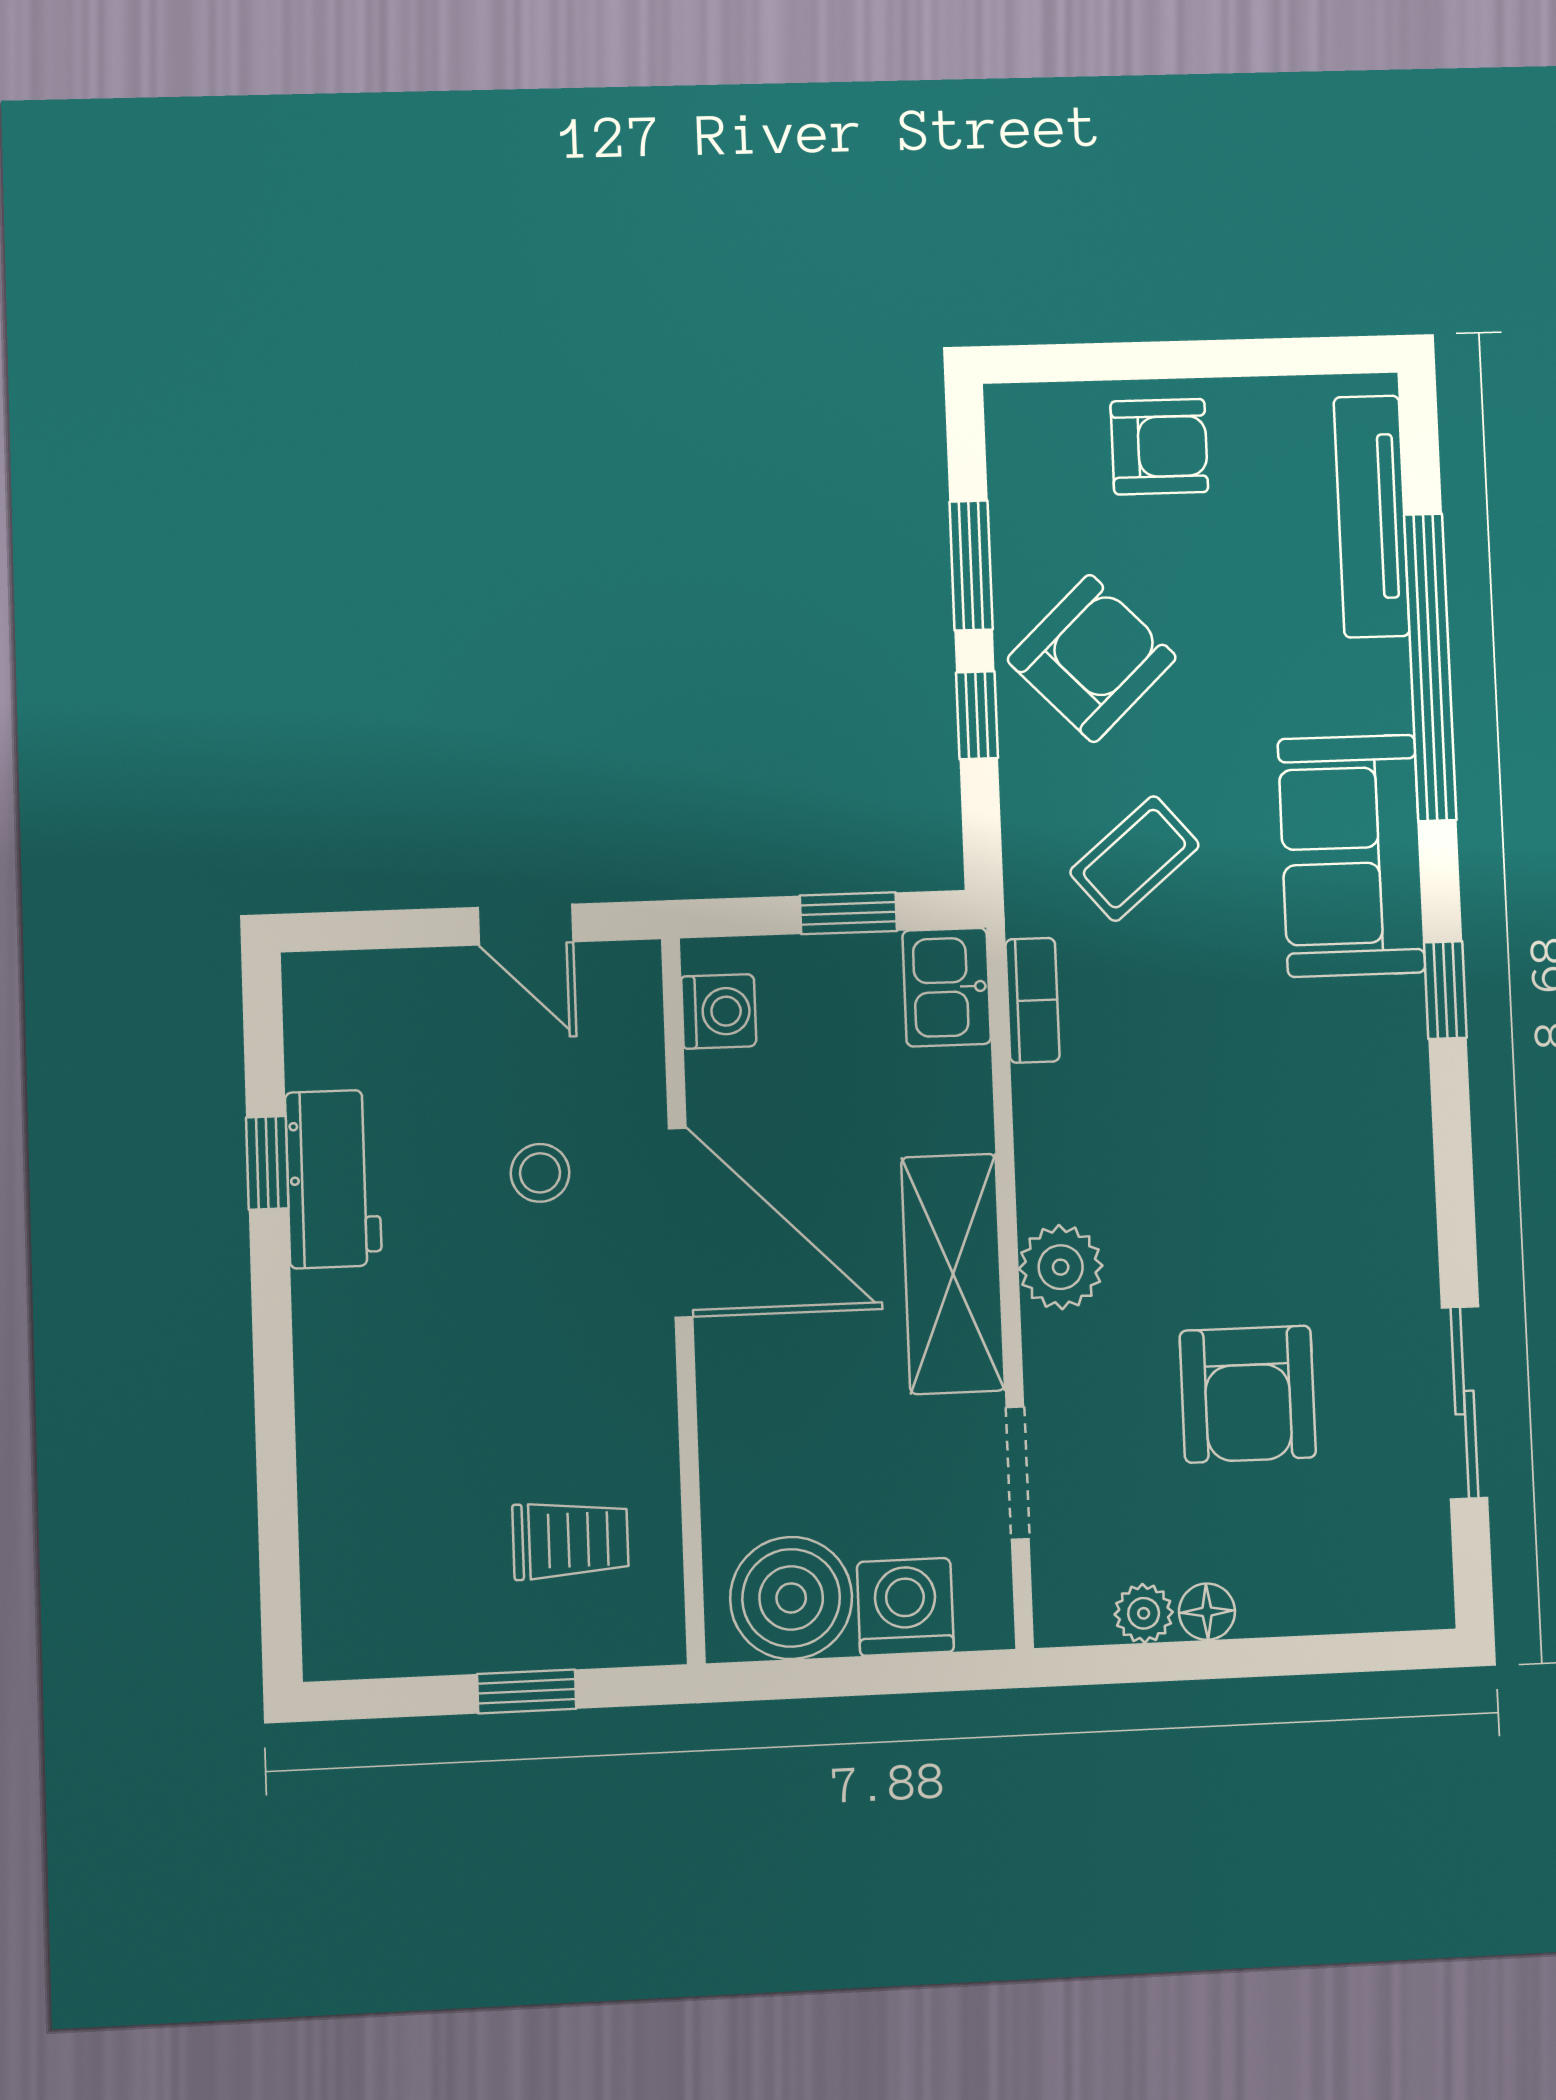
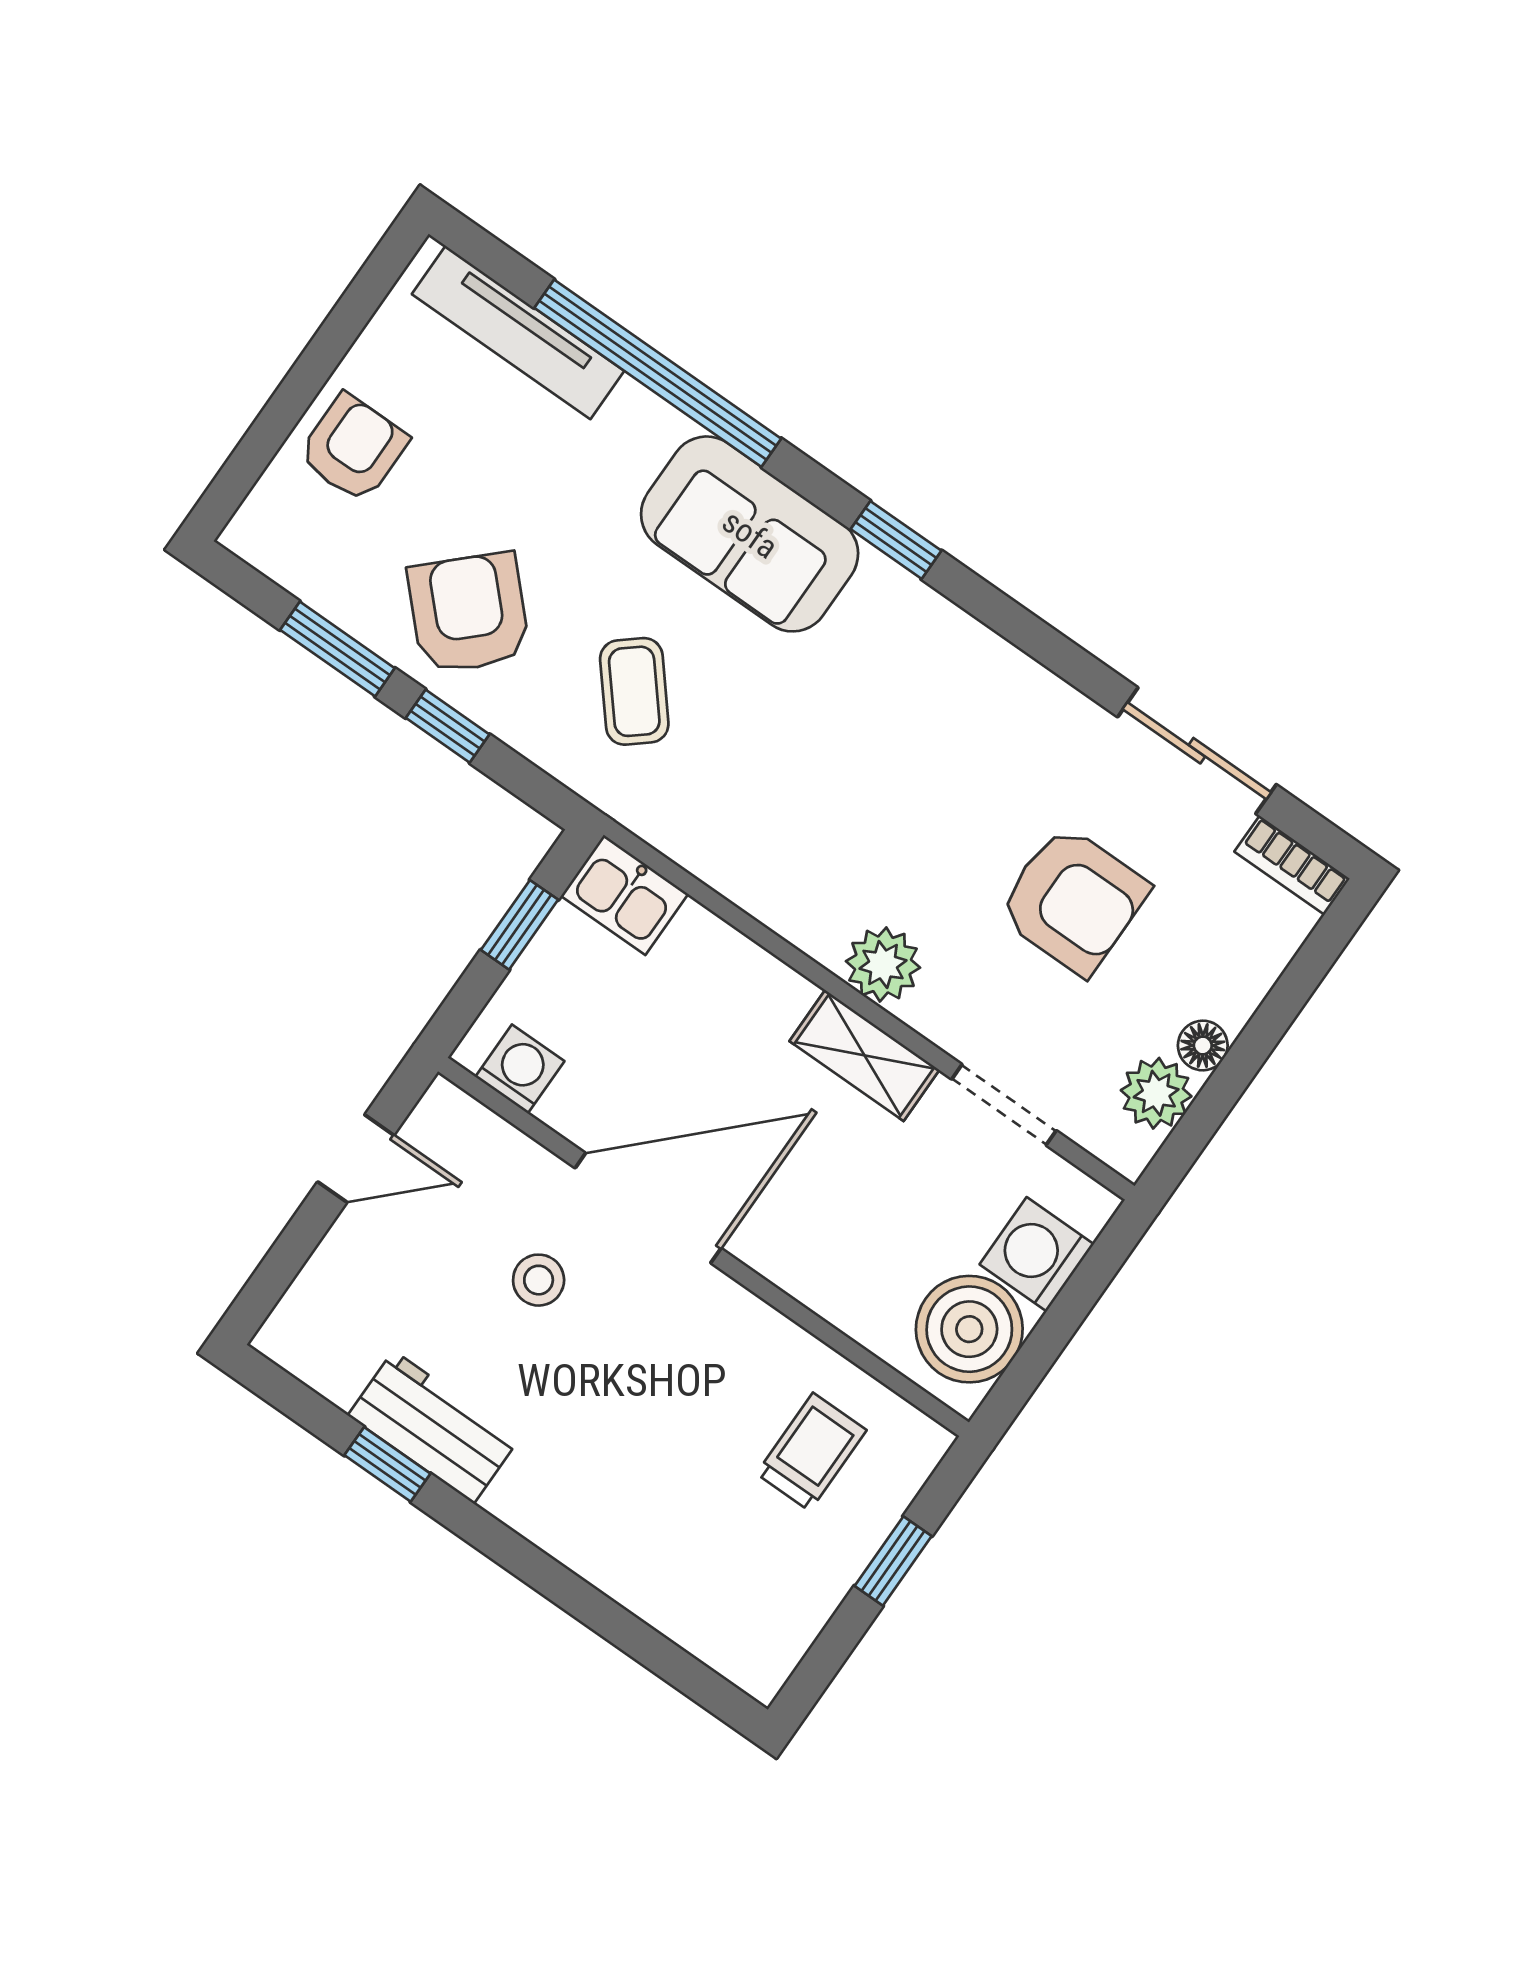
bookcase: (1033, 1000) -> (1292, 865), moved, turned 180
shelving: (953, 1274) -> (864, 1055), width x0.67, depth x0.75
plant: (1144, 1613) -> (1156, 1093), width x1.38, depth x1.38

